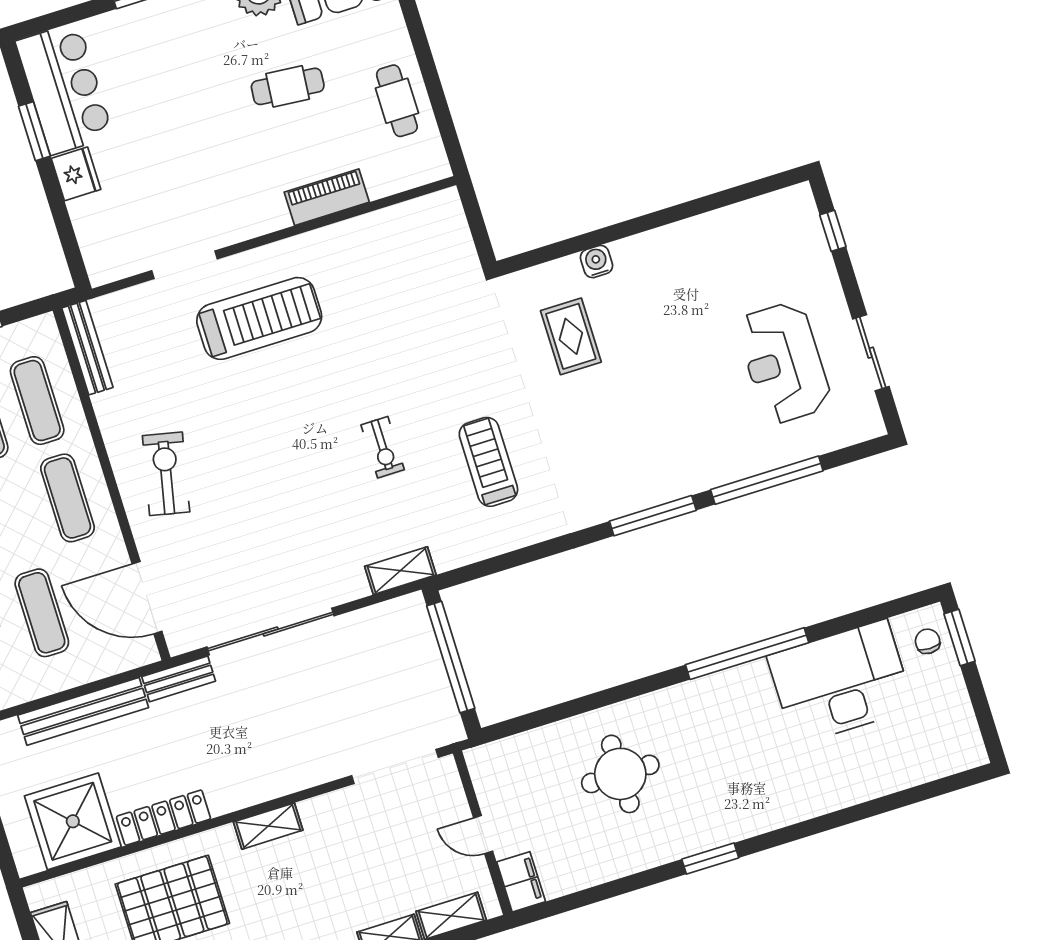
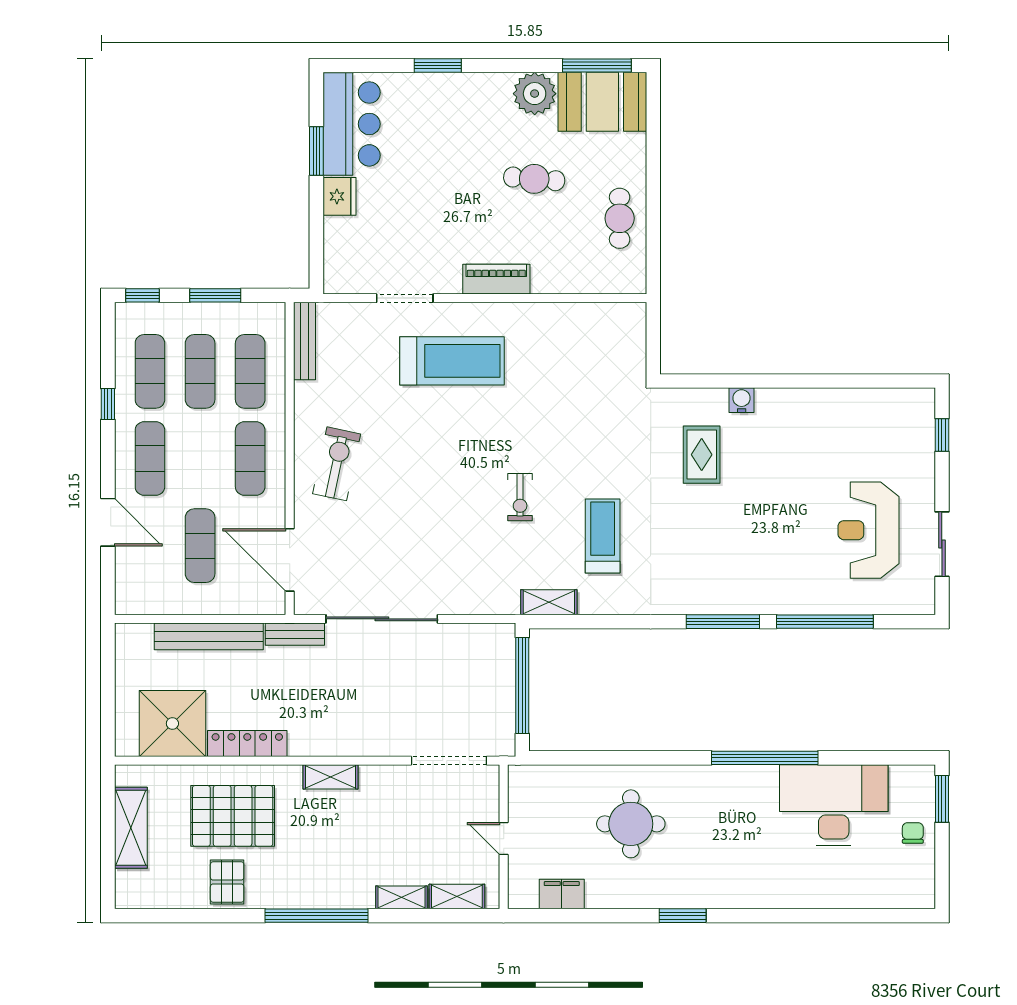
piano: (327, 197) -> (496, 279), moved
shelving: (400, 571) -> (549, 602), moved
chair: (928, 641) -> (913, 833), moved
filing cabinet: (521, 882) -> (562, 894), moved, turned -90

